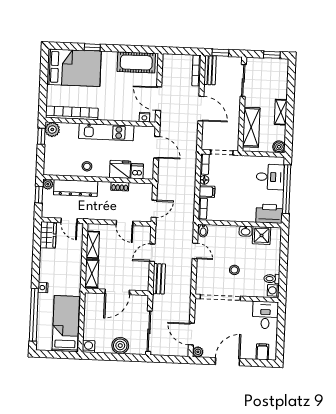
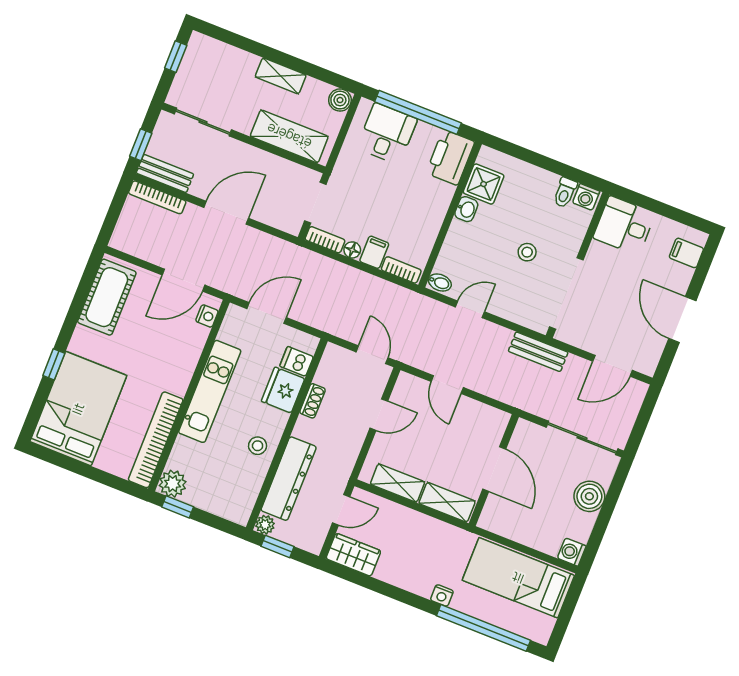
bench: (159, 279) -> (538, 352), moved
plant: (198, 352) -> (647, 365), removed

